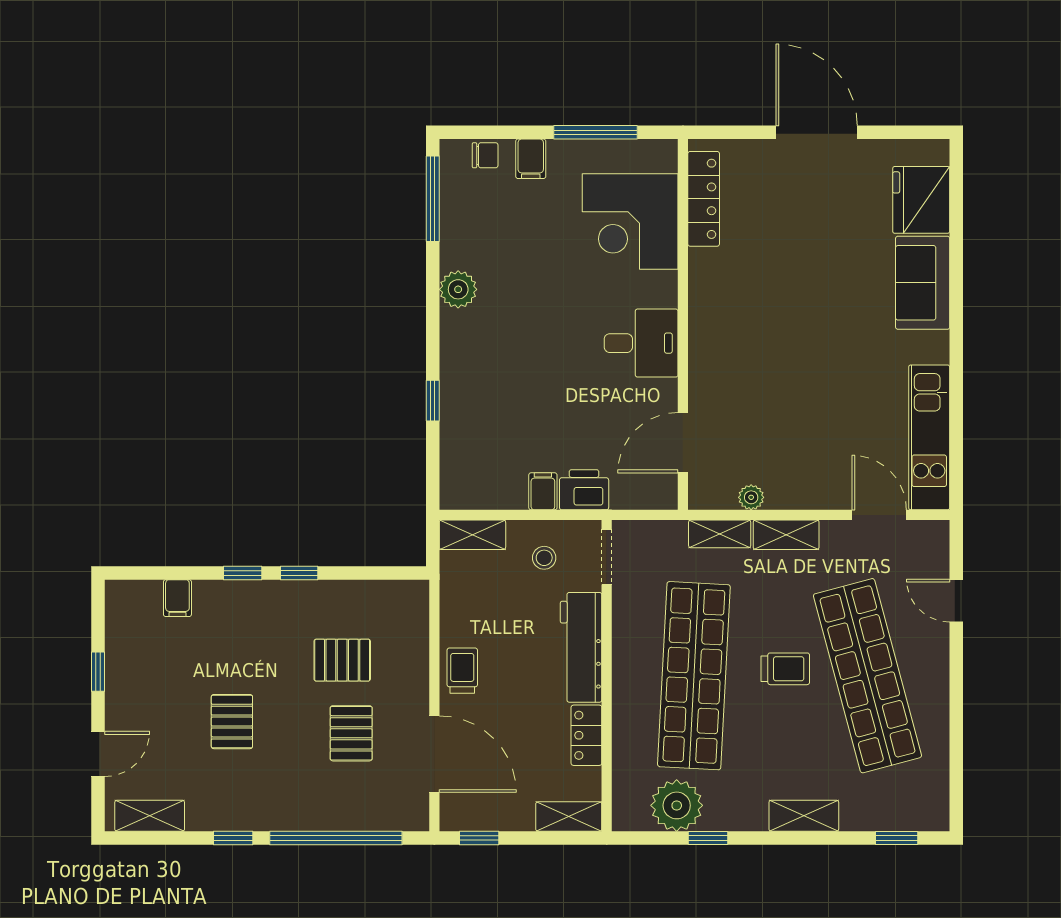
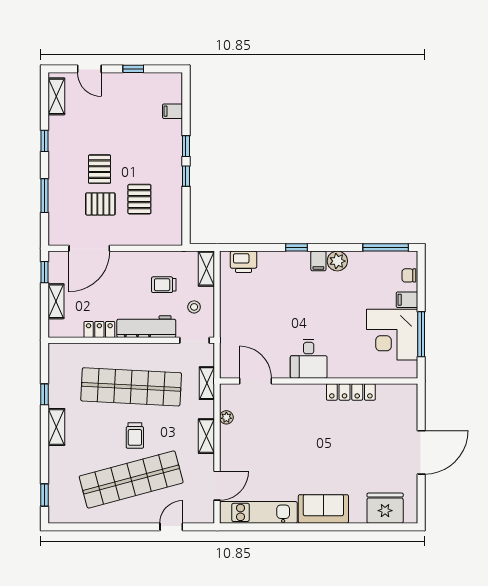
chair: (485, 155) -> (409, 275), turned 90
locker: (704, 199) -> (351, 392), moved
corner desk: (630, 222) -> (392, 335), moved, turned -90
sofa: (923, 283) -> (323, 509), moved
window: (433, 401) -> (297, 247), moved
printer: (584, 490) -> (244, 262), moved, turned 90
filing cabinet: (543, 491) -> (318, 261), moved, turned 90
shelving: (720, 534) -> (207, 383), moved
trolley: (462, 671) -> (164, 285), moved, turned 180
pallet: (232, 722) -> (100, 169), moved, turned 90
plant: (677, 805) -> (62, 378), removed
shelving: (804, 816) -> (56, 427), moved
shelving: (569, 817) -> (56, 301), moved
window: (336, 838) -> (45, 196), width x0.47

